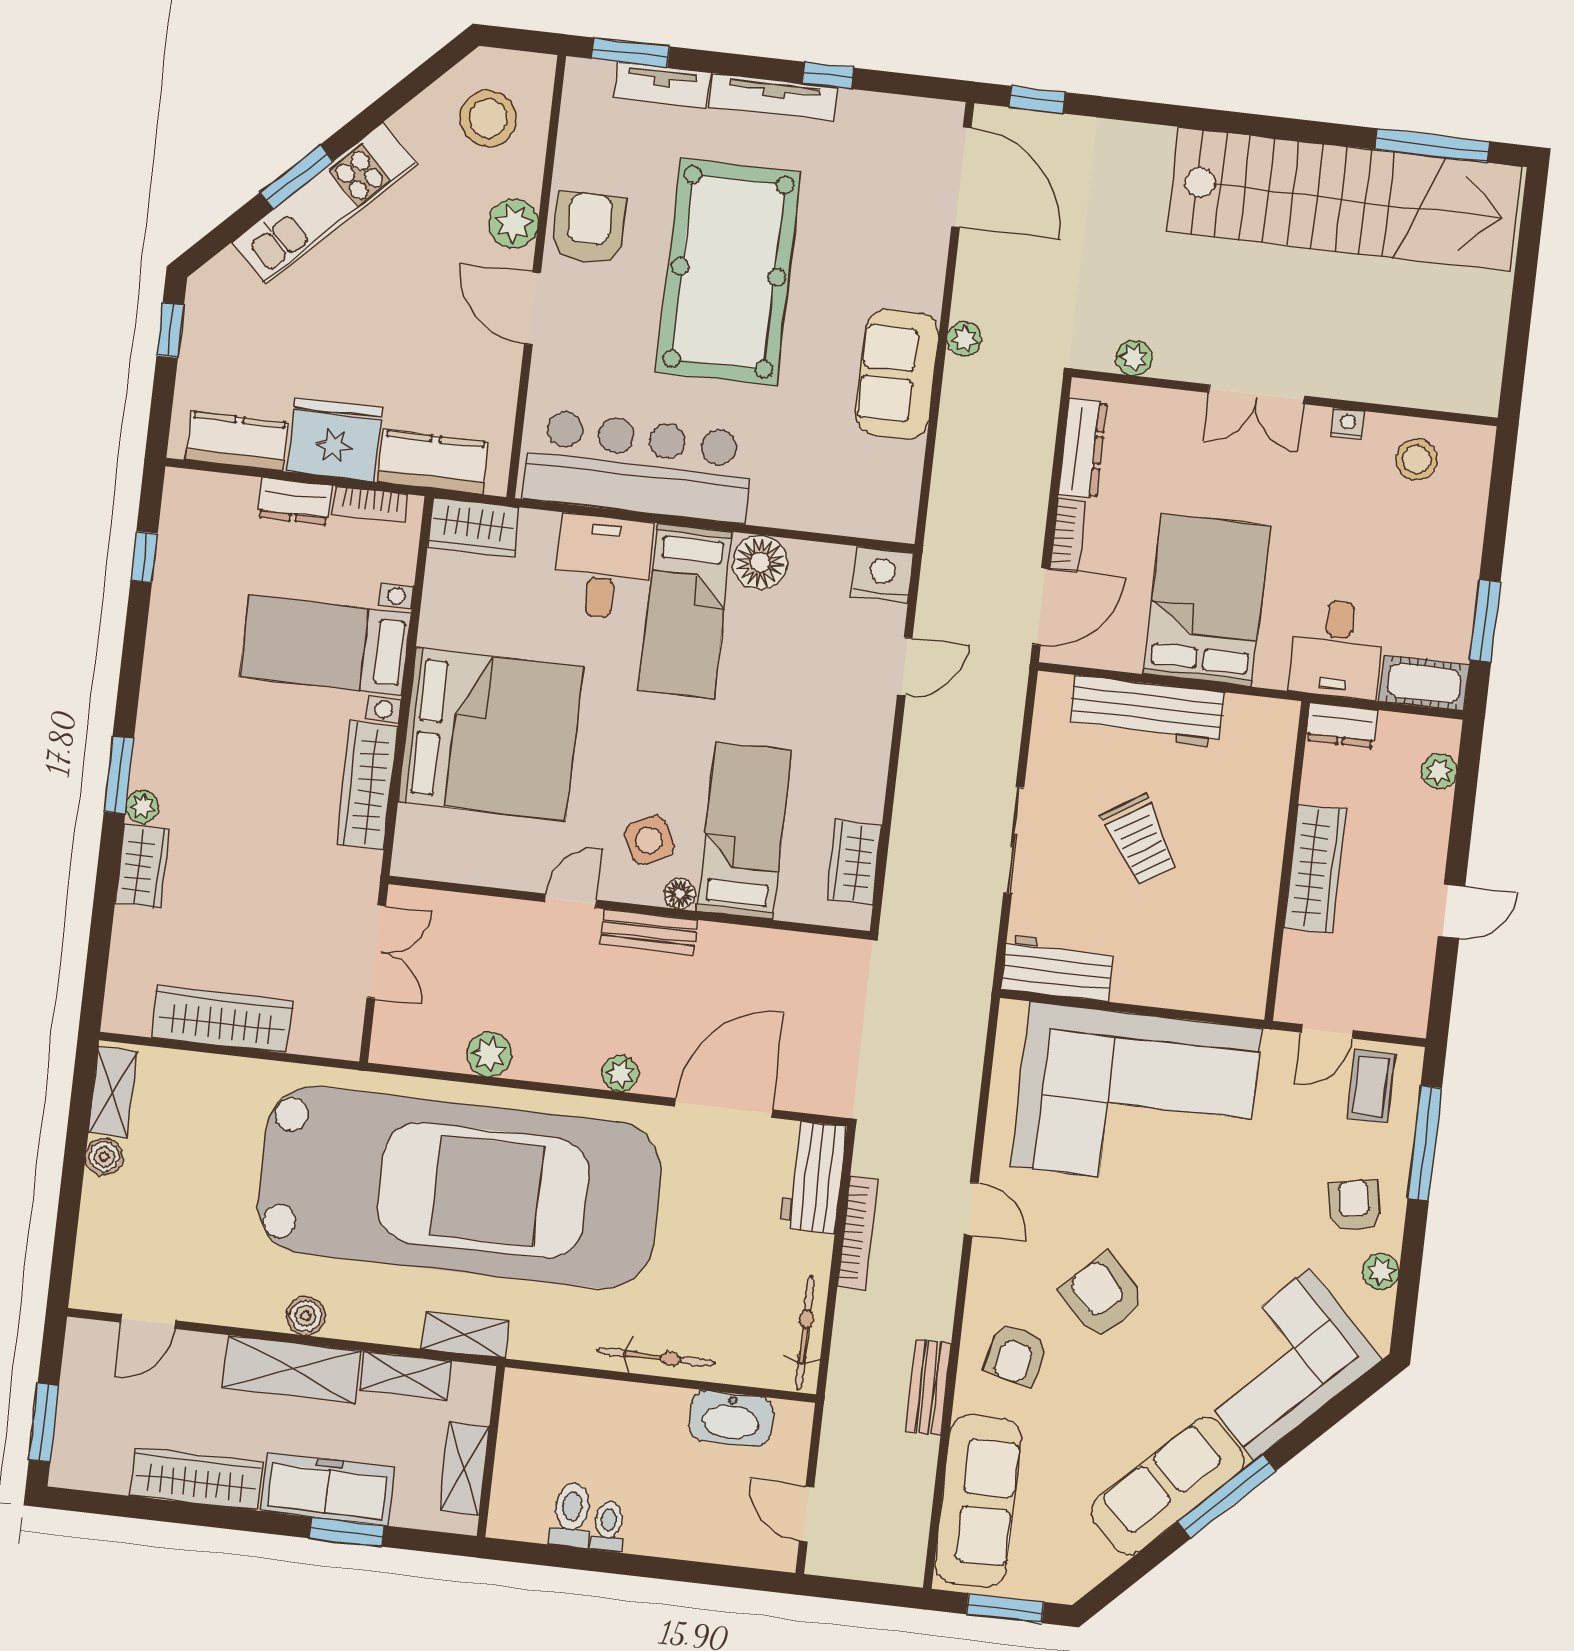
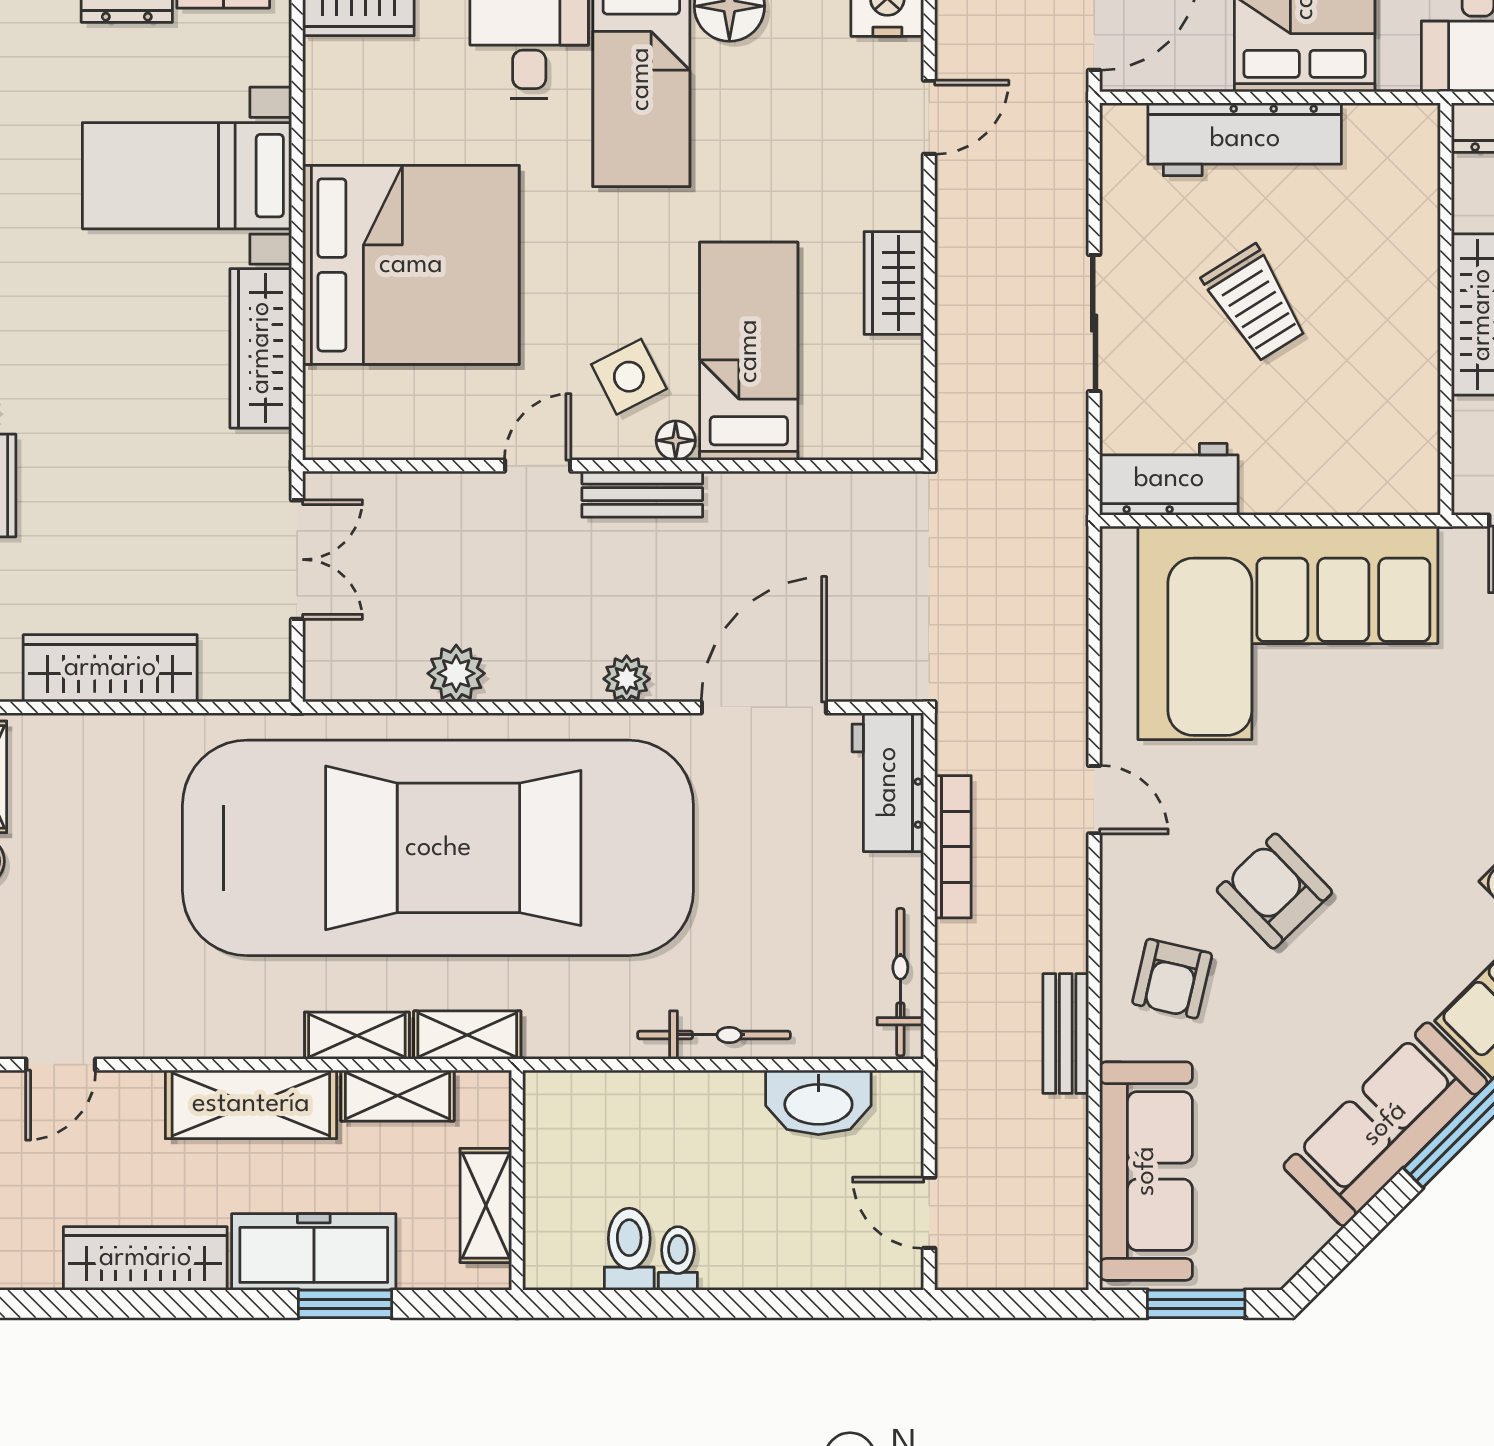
wardrobe: (854, 863) -> (894, 283), moved
boiler: (306, 1316) -> (261, 1034), removed
shelving: (380, 1326) -> (357, 1036), added

